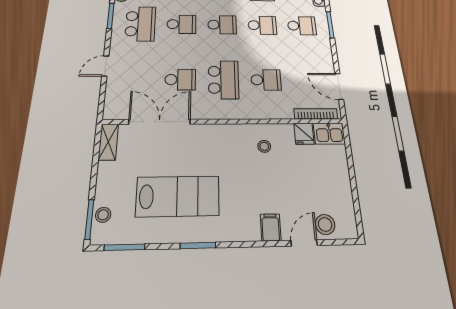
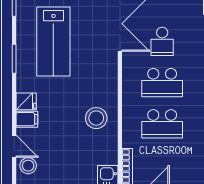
school desk: (266, 80) -> (162, 124), width x1.85
fridge: (304, 134) -> (26, 101), moved, turned 180
stool: (264, 146) -> (96, 118), width x1.89, depth x1.89

